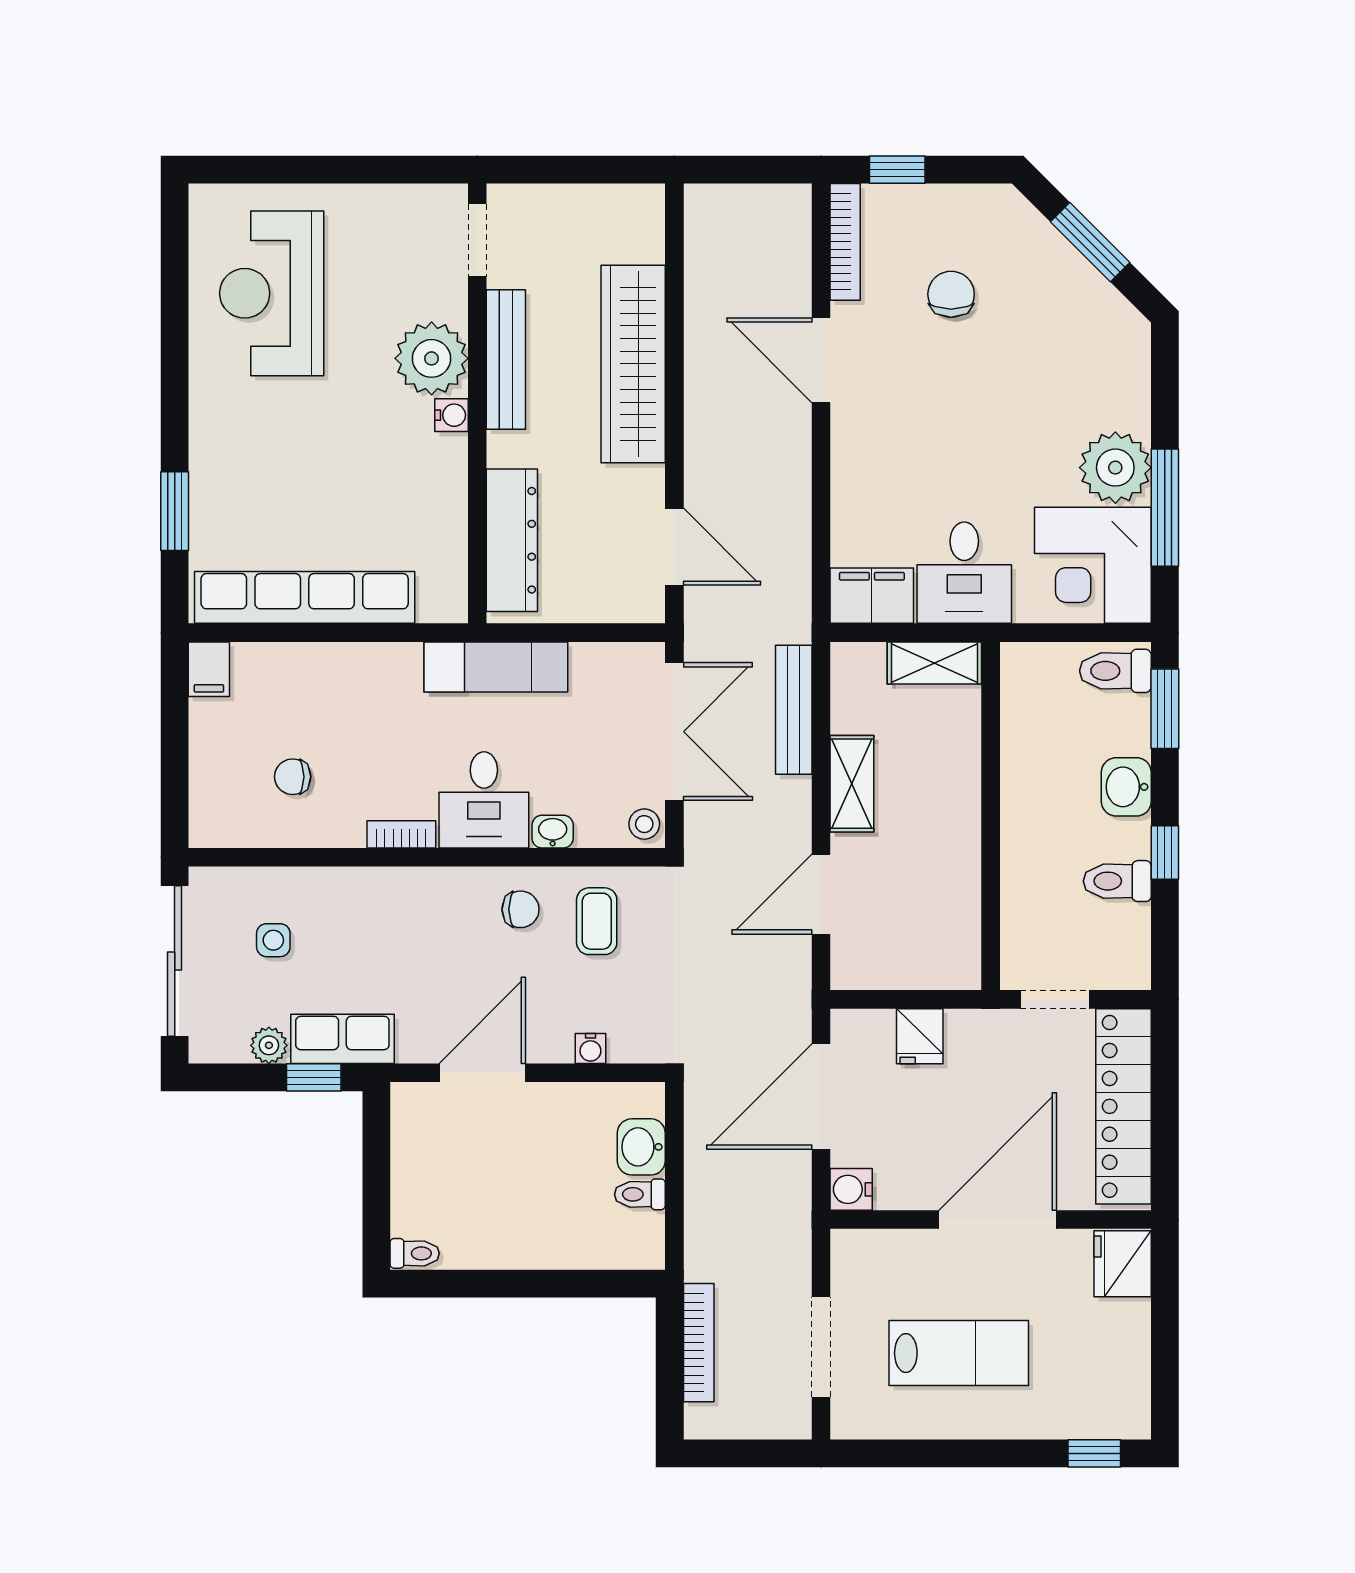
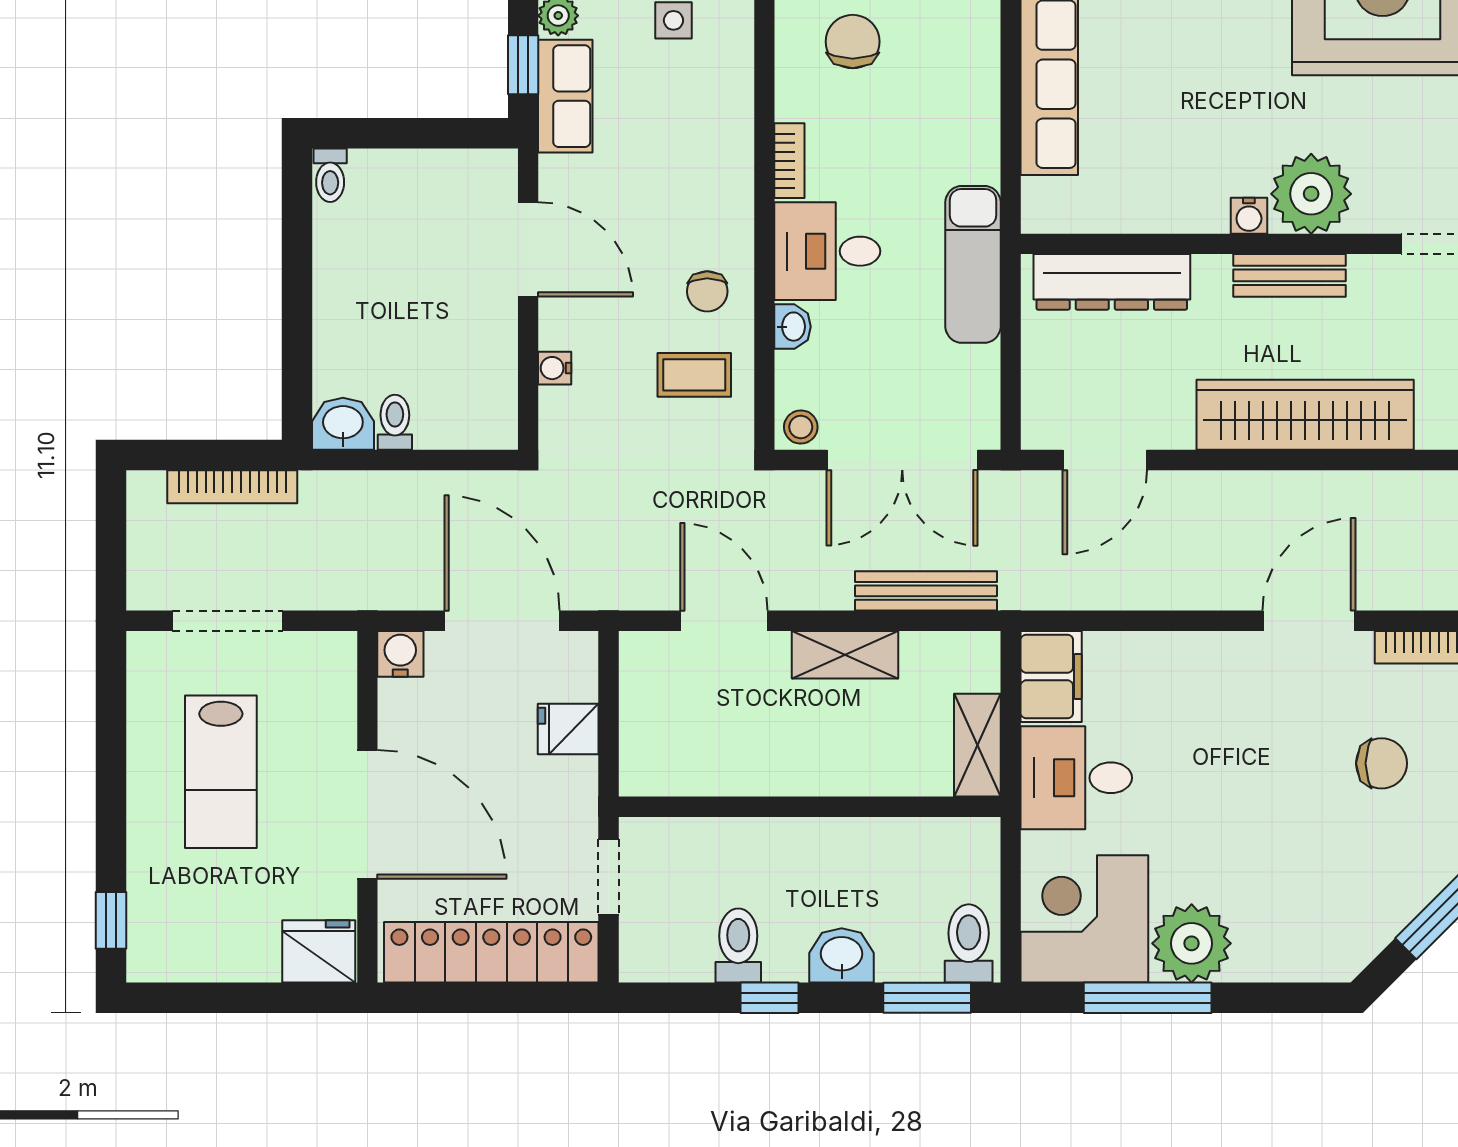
bench: (506, 360) -> (1290, 275), width x0.73
chair: (293, 777) -> (853, 42), width x1.37, depth x1.37
washbasin: (641, 1147) -> (343, 424), moved

